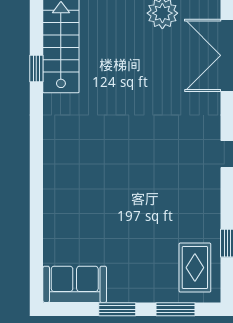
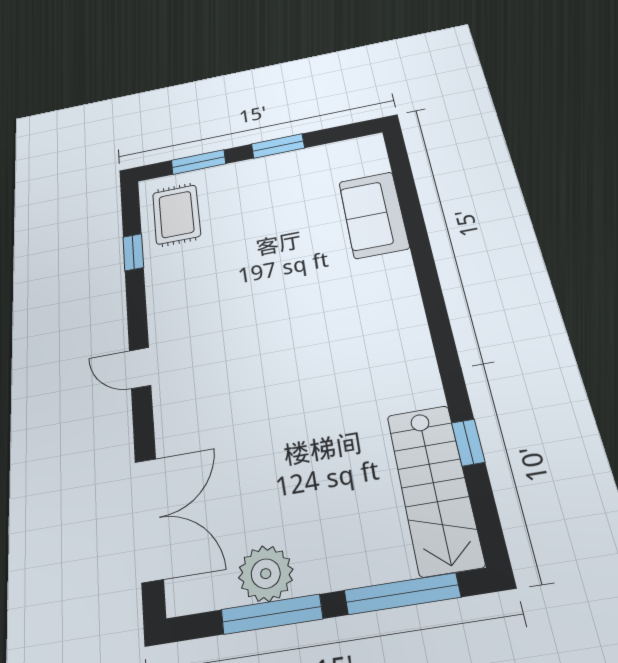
sofa: (75, 284) -> (374, 215), moved, turned 90

